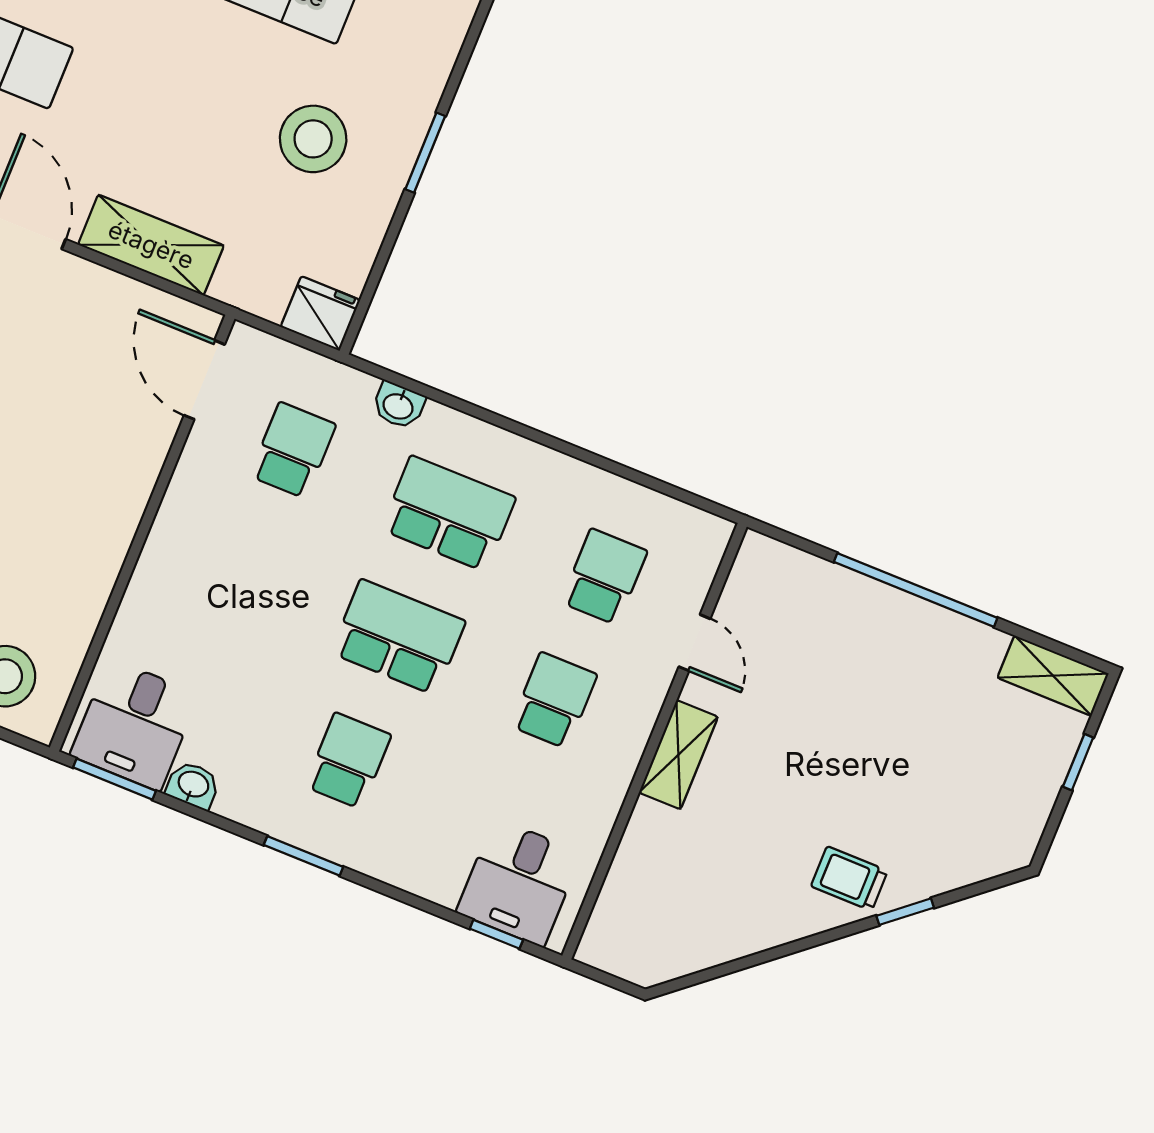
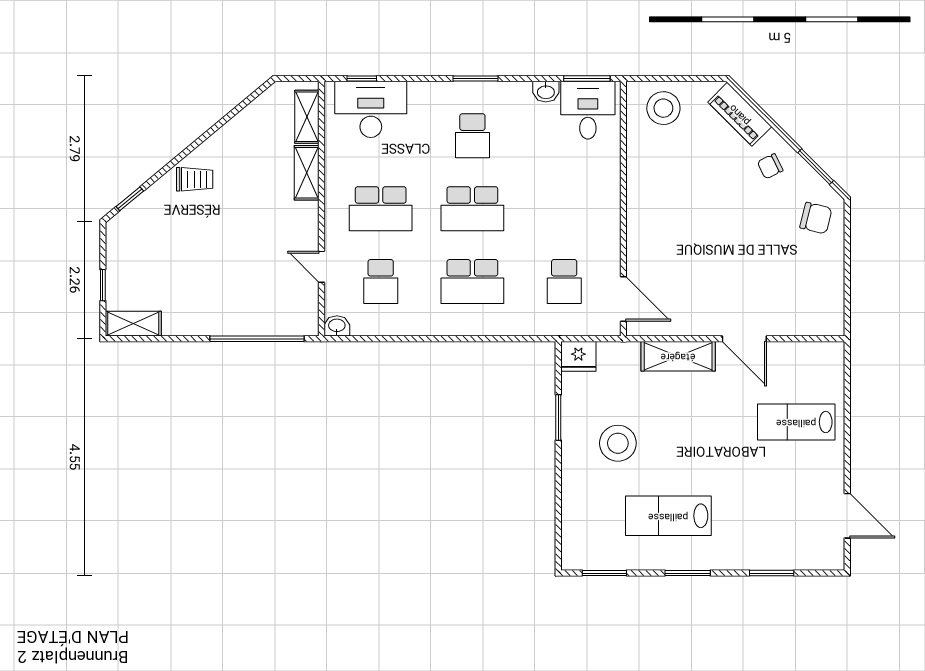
window: (425, 153) -> (558, 418), moved
washbasin: (398, 405) -> (337, 326), moved
window: (916, 590) -> (257, 339), moved
school desk: (554, 700) -> (381, 209), width x1.85
shelving: (678, 755) -> (307, 173), moved
desk: (519, 882) -> (371, 109), width x1.37
shelving: (616, 907) -> (307, 117), added
window: (905, 912) -> (130, 199), moved

